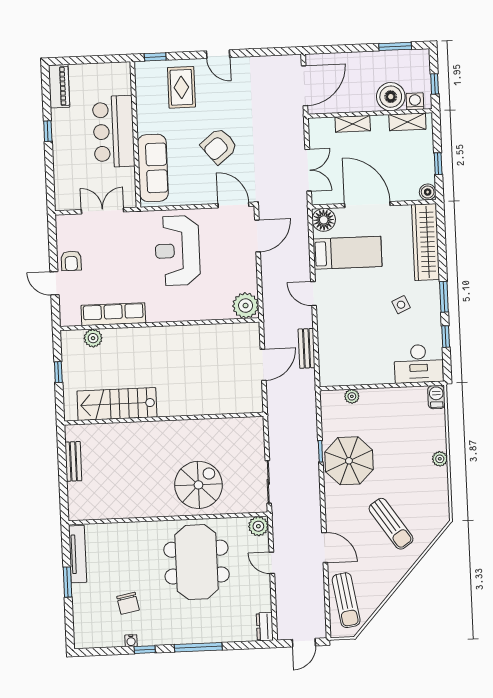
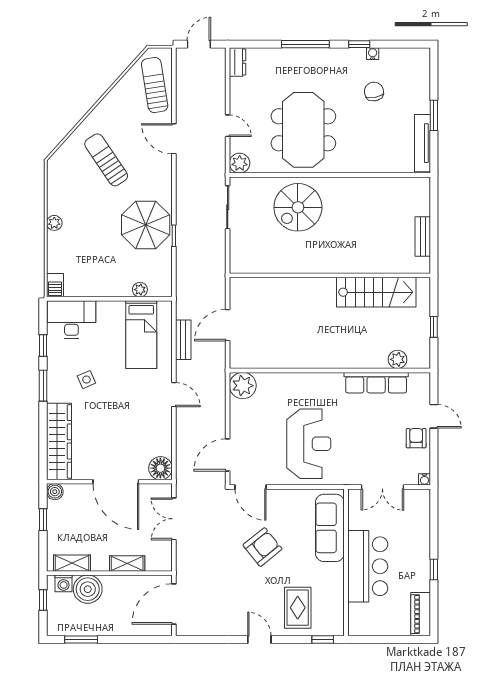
water cooler: (61, 220) -> (424, 479), added
bed: (347, 253) -> (141, 335), moved, turned -90

